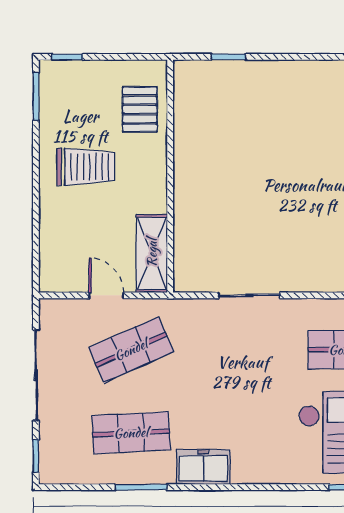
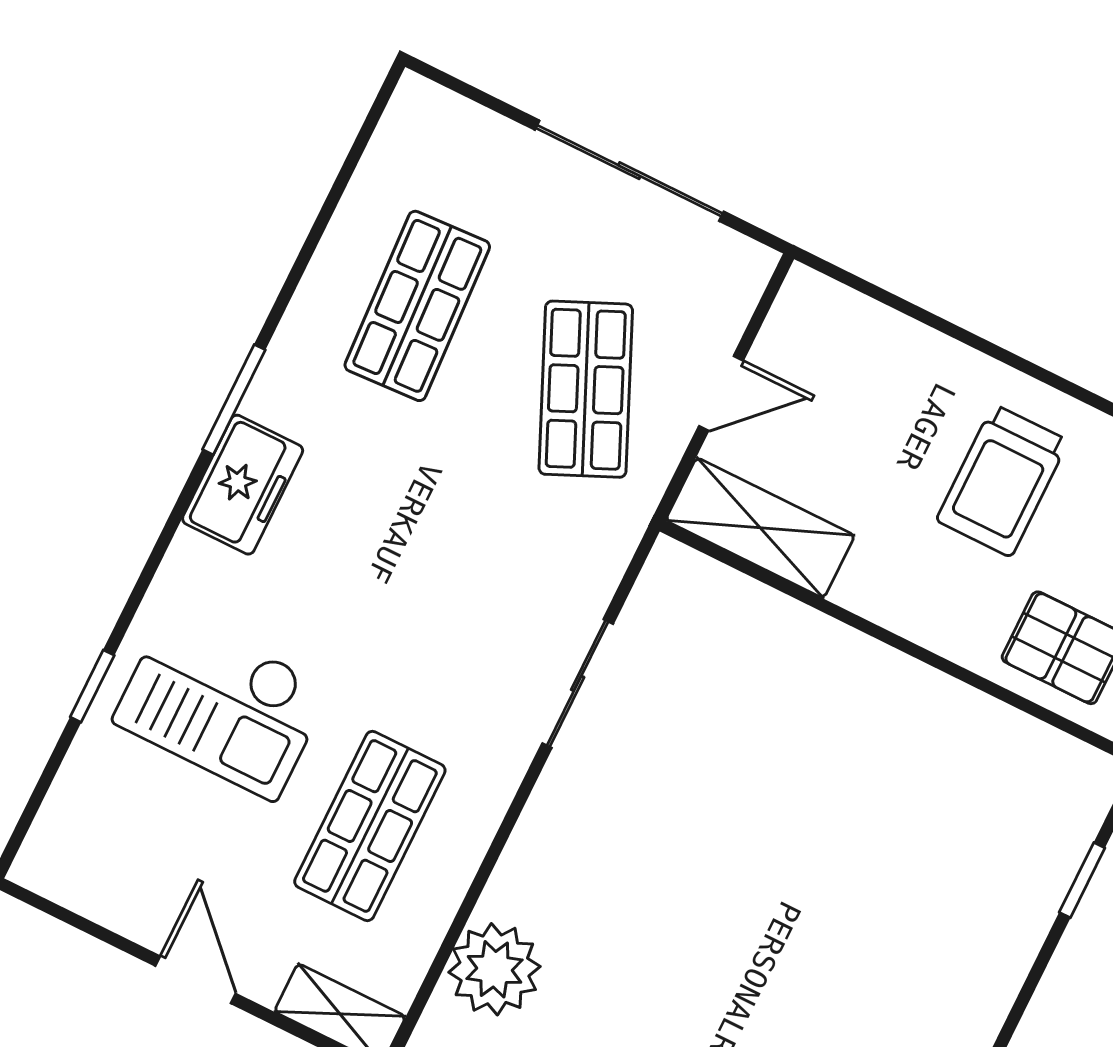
window: (36, 456) -> (466, 90), removed
freezer: (203, 467) -> (243, 485), moved
window: (141, 487) -> (234, 400), moved

